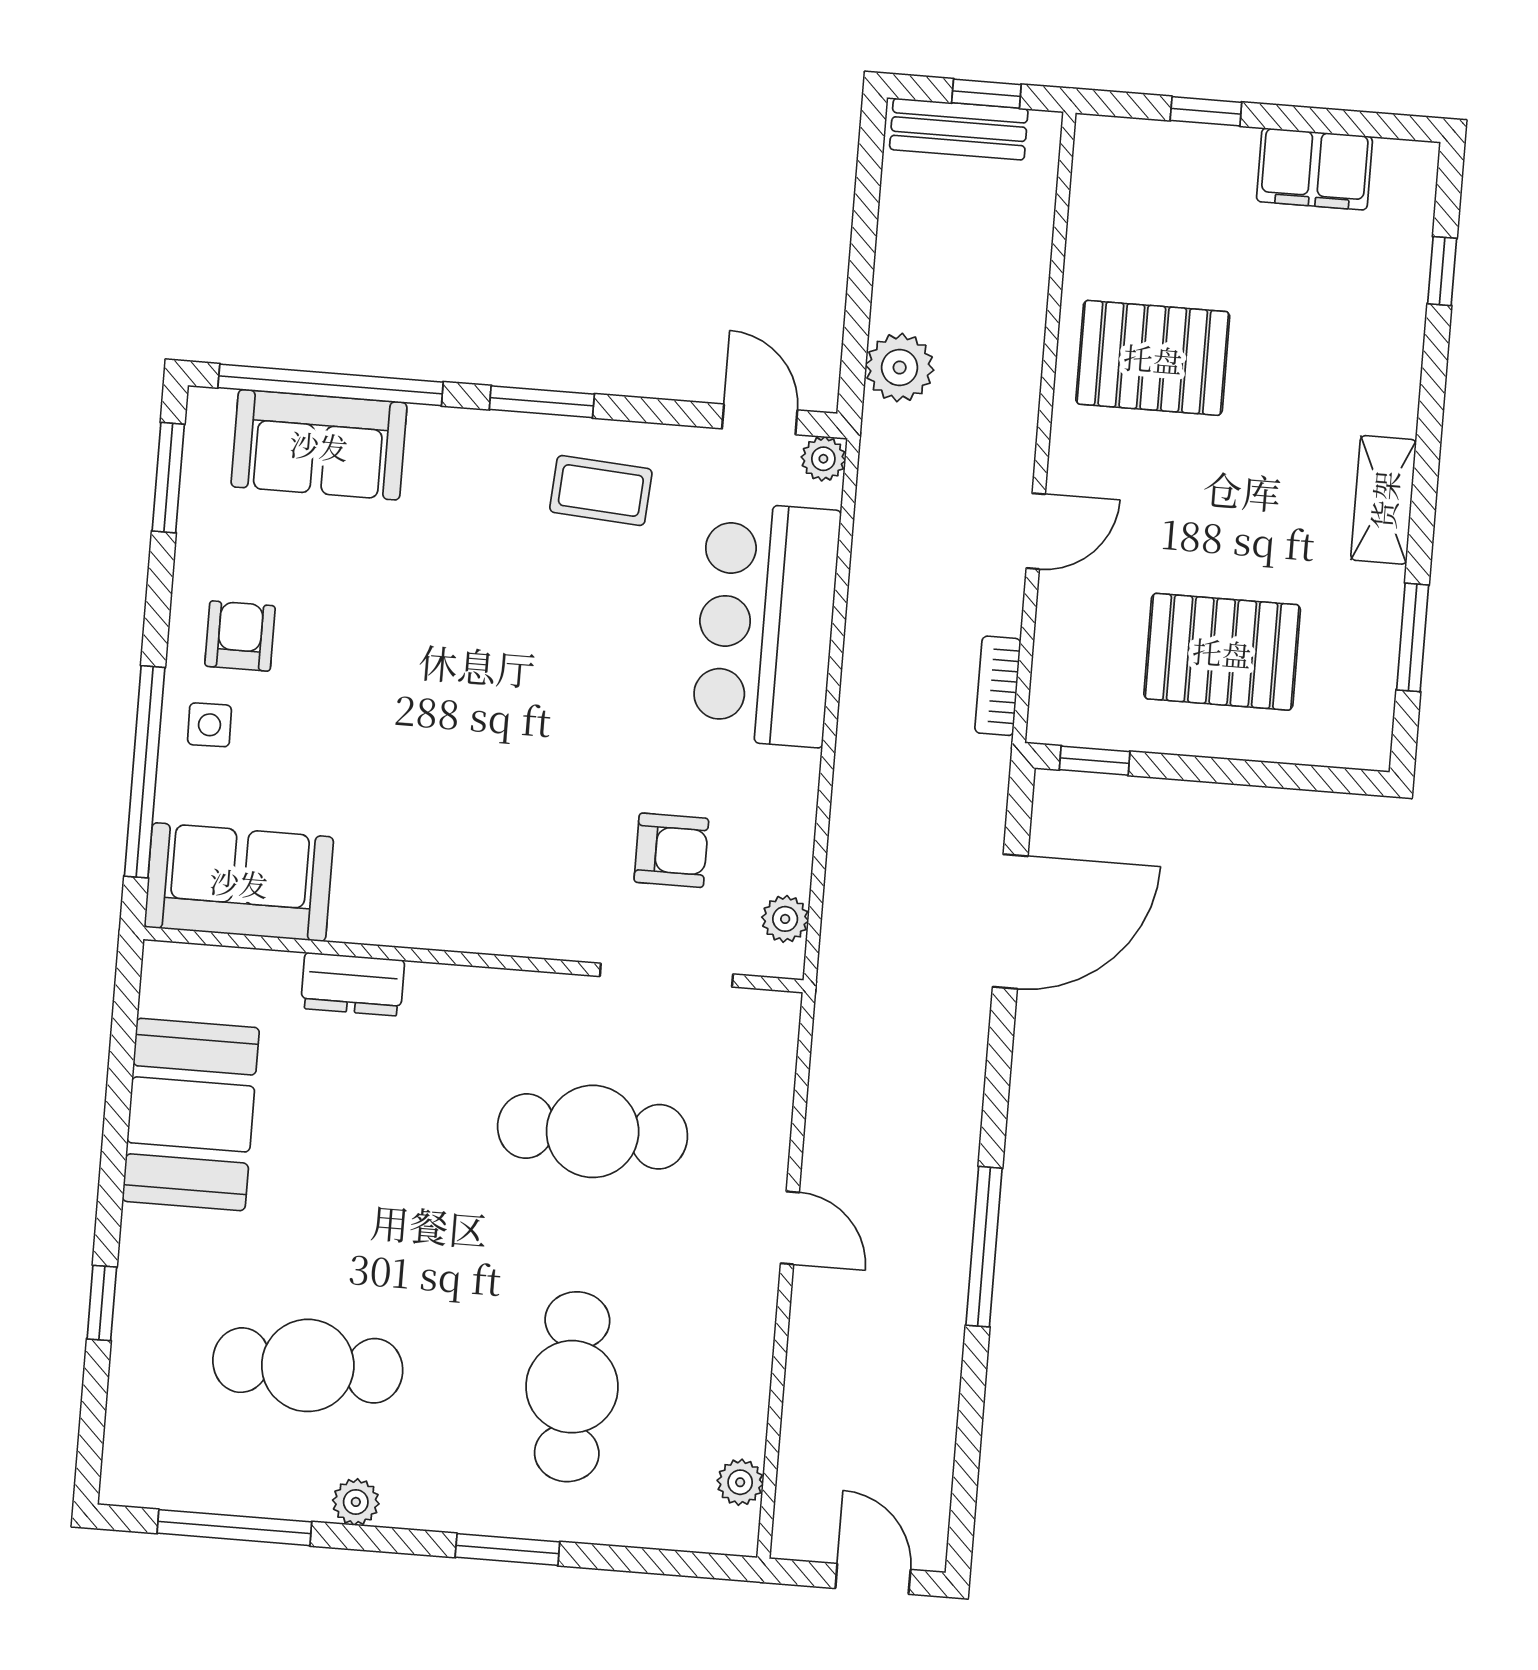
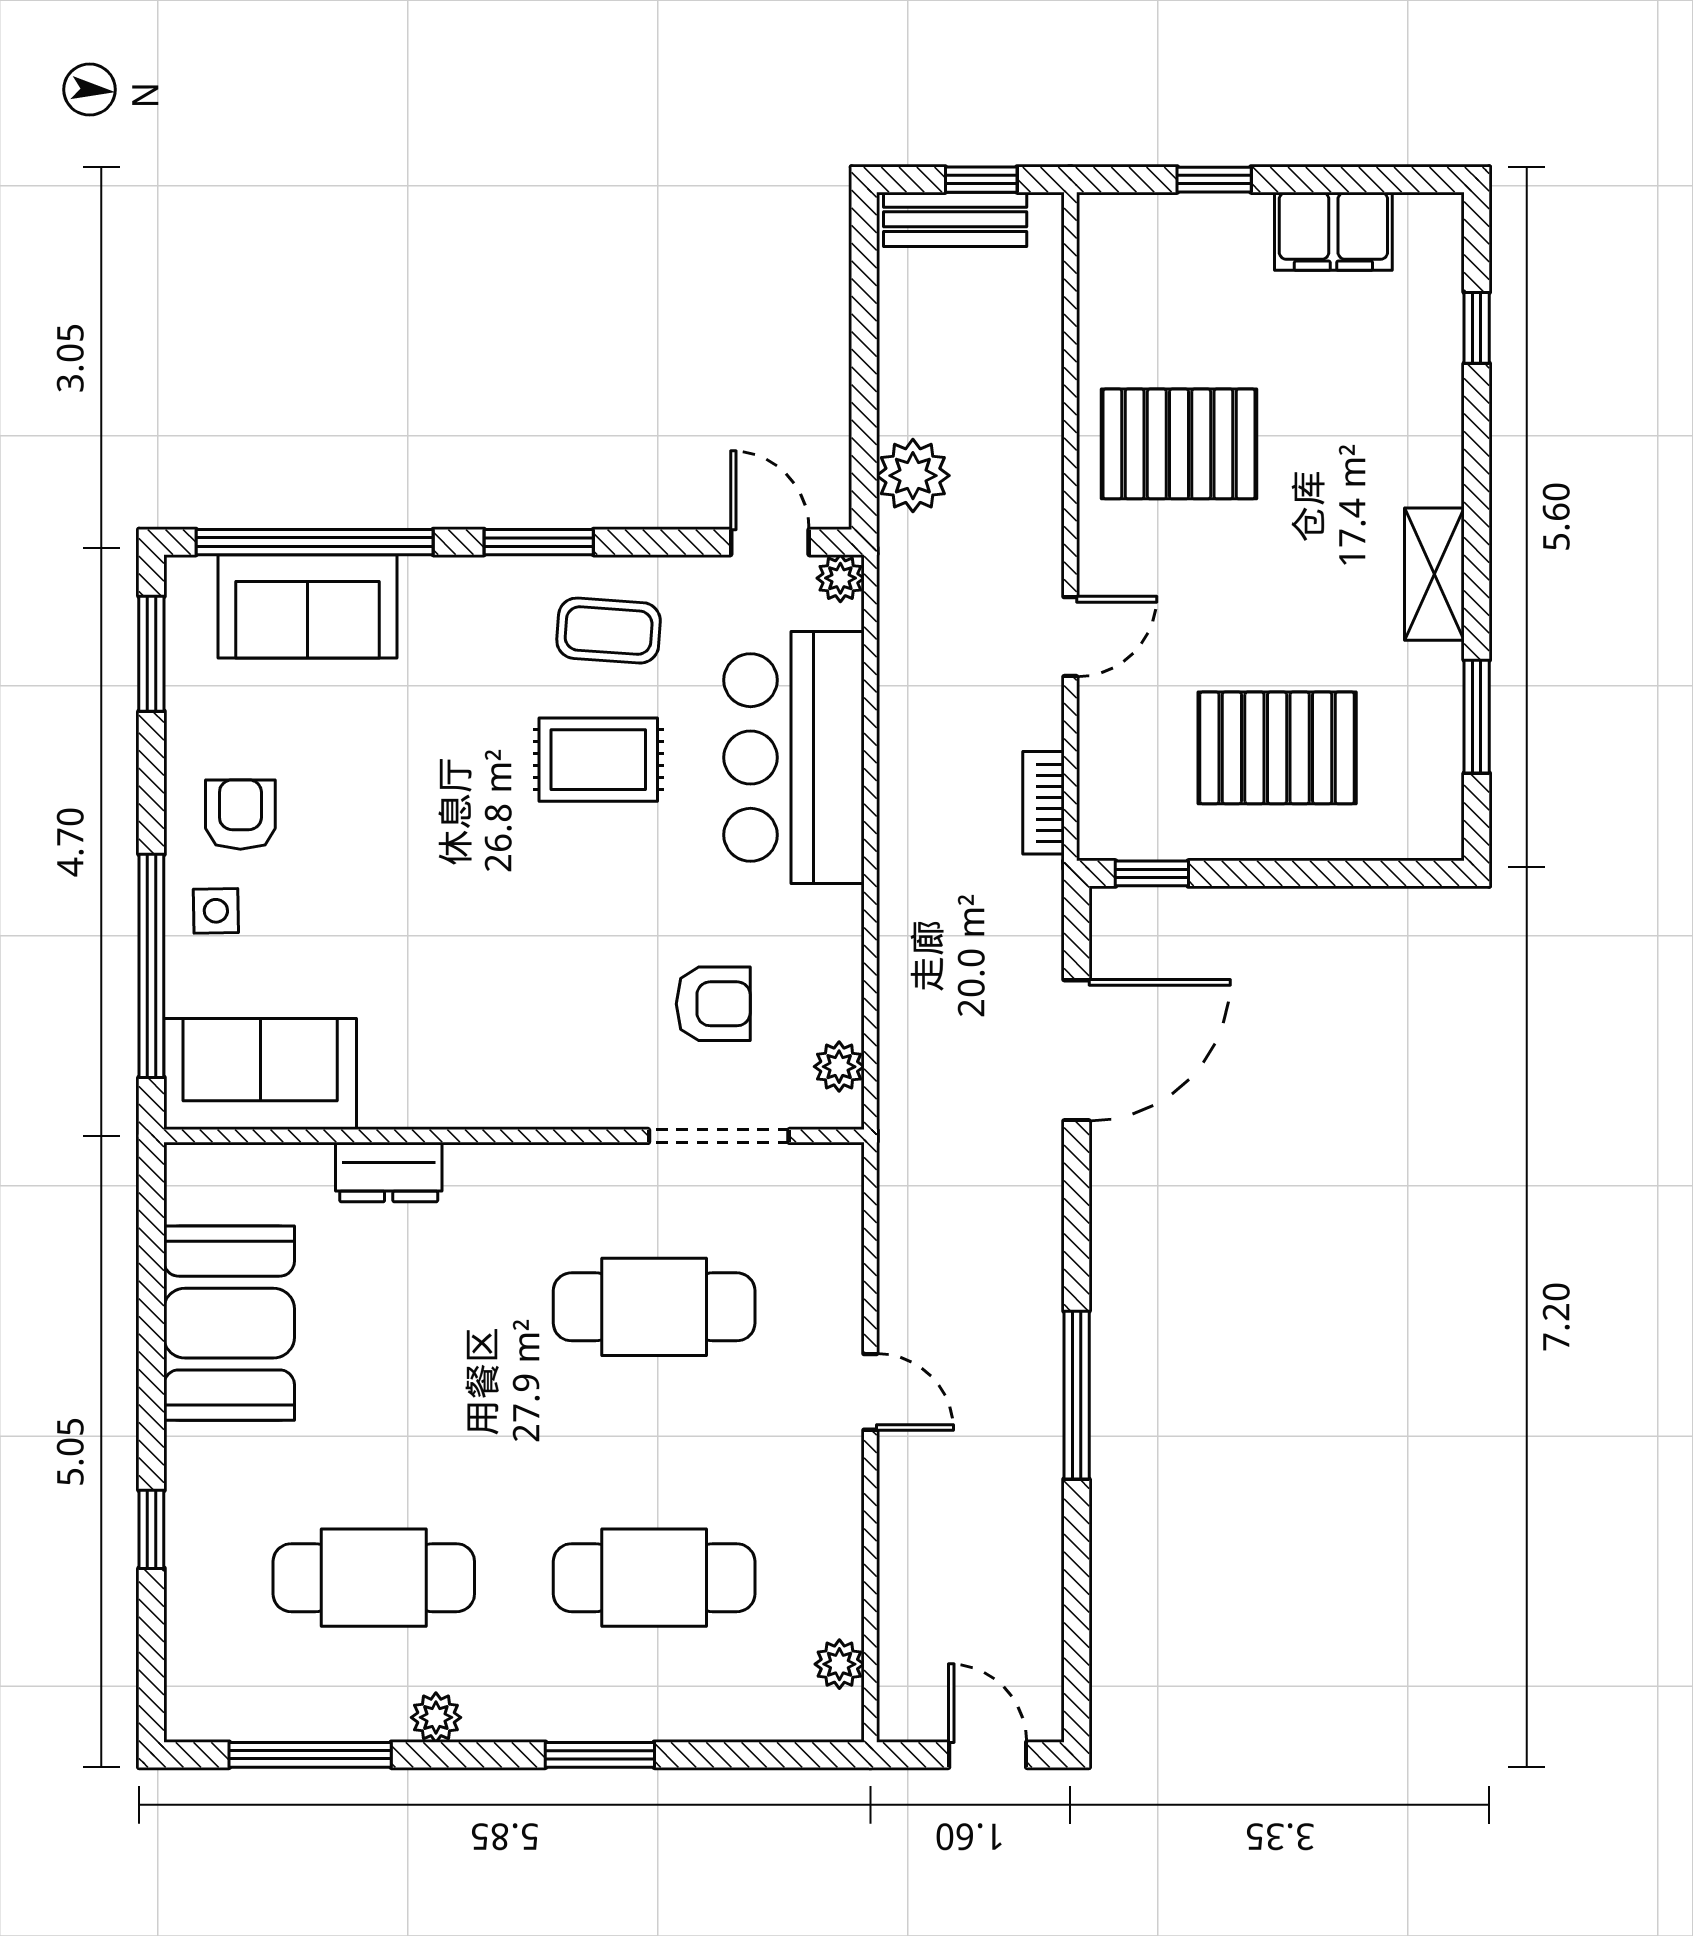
rug: (581, 611) -> (598, 760), added
cafe table: (572, 1387) -> (654, 1578), turned 90

